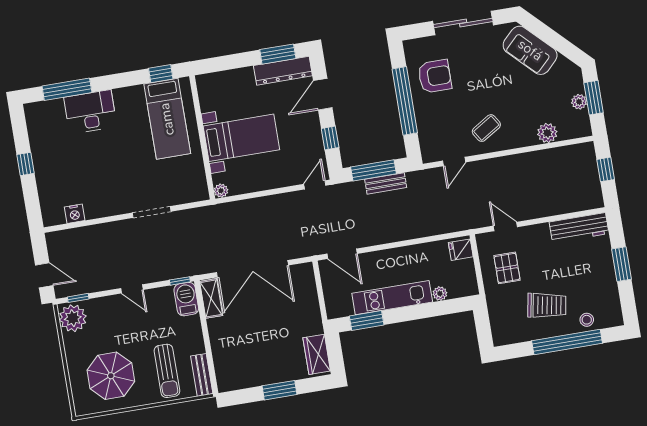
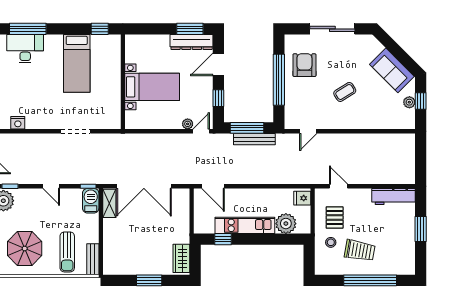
sofa: (530, 50) -> (392, 70), moved
armchair: (435, 76) -> (304, 65), turned -90
window: (594, 98) -> (421, 101), width x0.67
desk: (90, 112) -> (25, 49), moved
bed: (167, 119) -> (77, 63), moved
coffee table: (486, 128) -> (345, 92), moved
plant: (547, 133) -> (382, 122), removed
window: (606, 169) -> (421, 156), removed
bench: (386, 183) -> (254, 139), width x1.36
plant: (221, 191) -> (188, 124), moved
plant: (440, 294) -> (286, 224), width x1.87, depth x1.87
window: (367, 320) -> (223, 239), width x0.67
stool: (587, 320) -> (331, 242), moved

